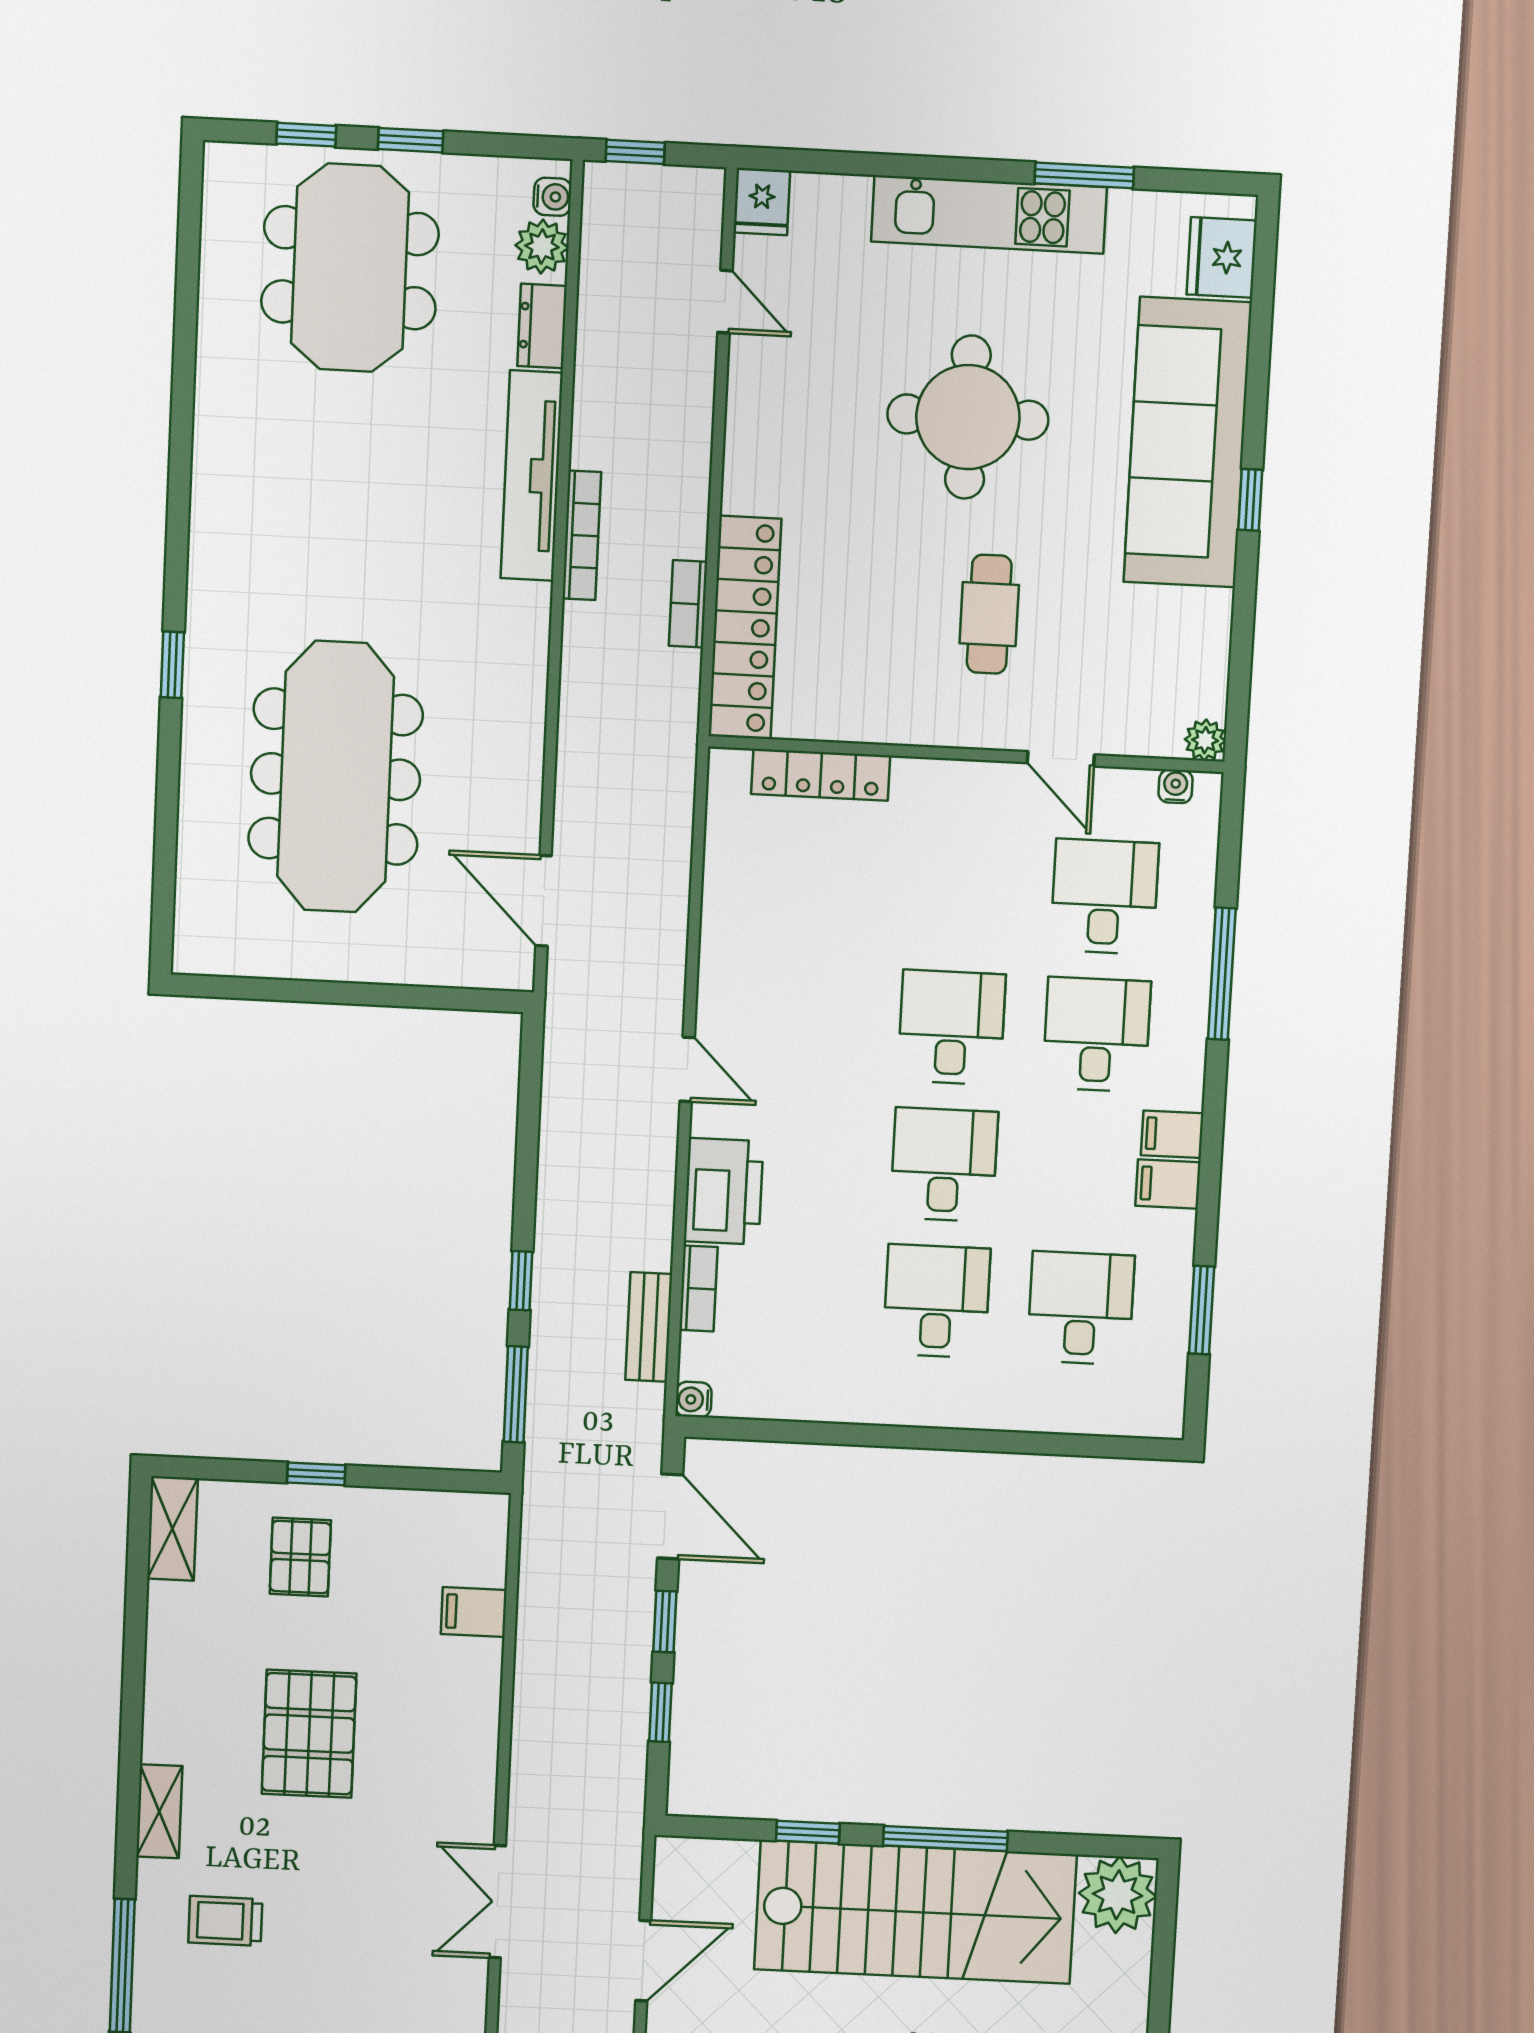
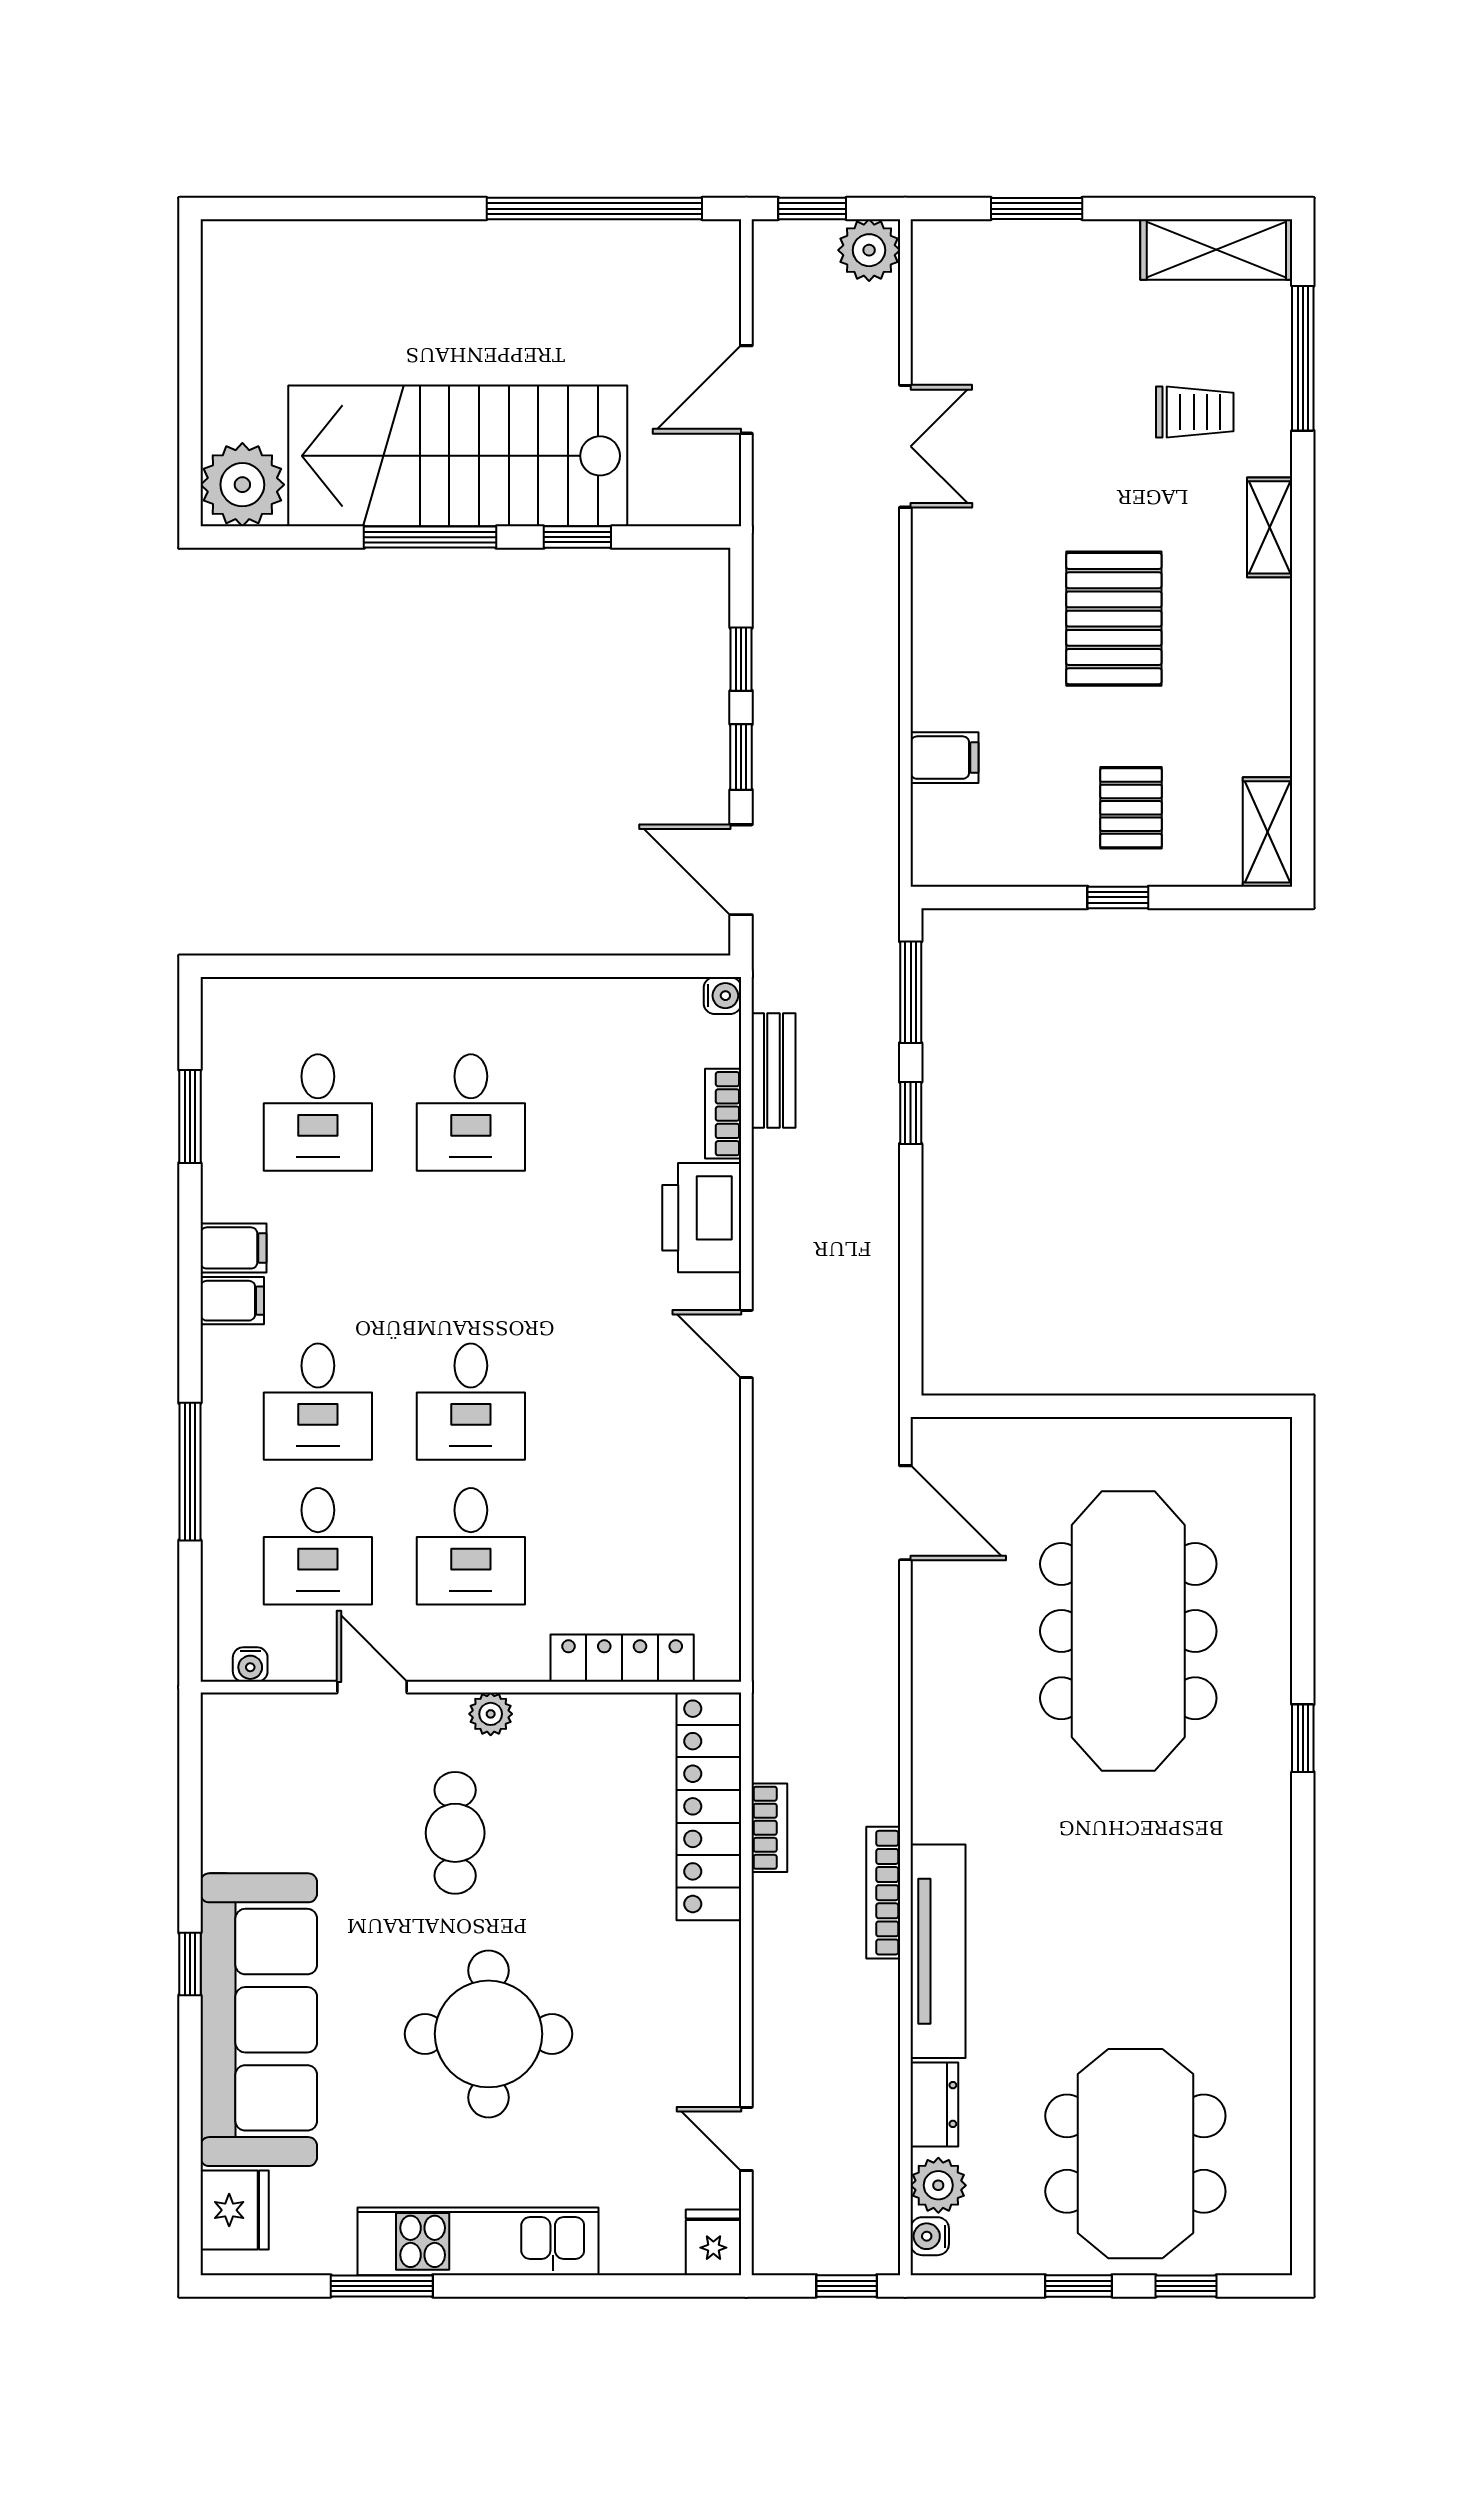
plant: (1205, 740) -> (491, 1714), moved
desk: (944, 1165) -> (471, 1546), moved

